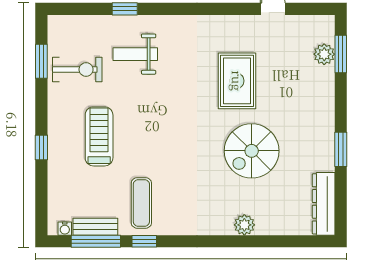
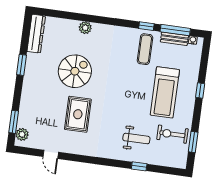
plant: (324, 54) -> (22, 134), moved
treadmill: (99, 136) -> (165, 92), width x1.37, depth x1.38

